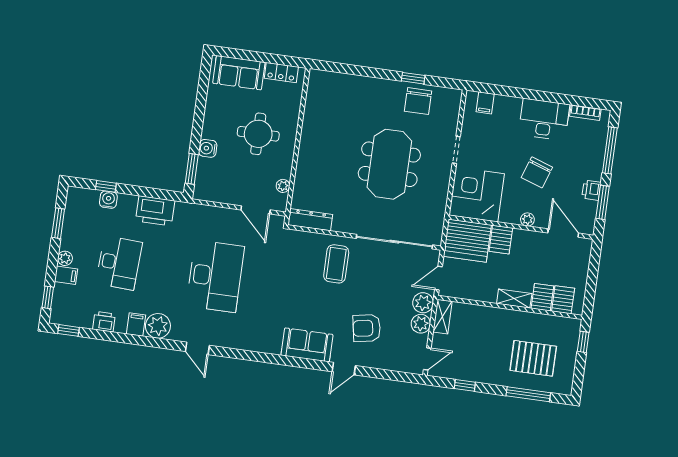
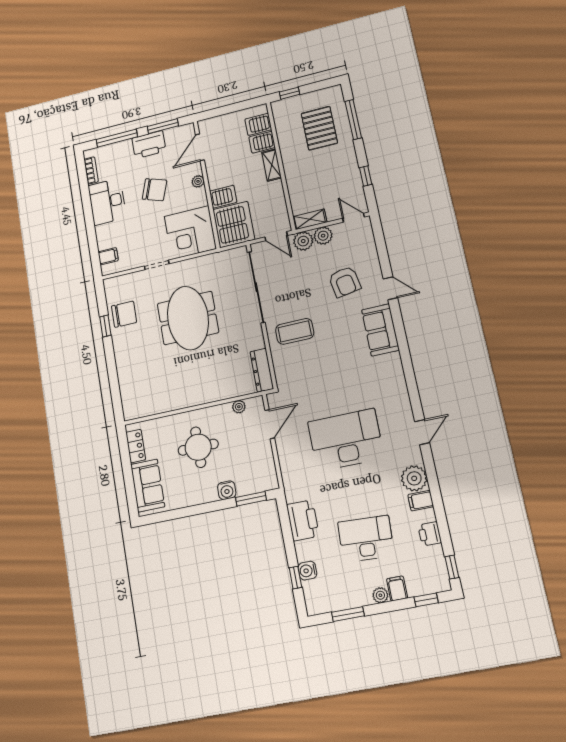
meeting table: (389, 164) -> (188, 318), turned 90
printer: (591, 190) -> (149, 145), width x1.87, depth x1.48

